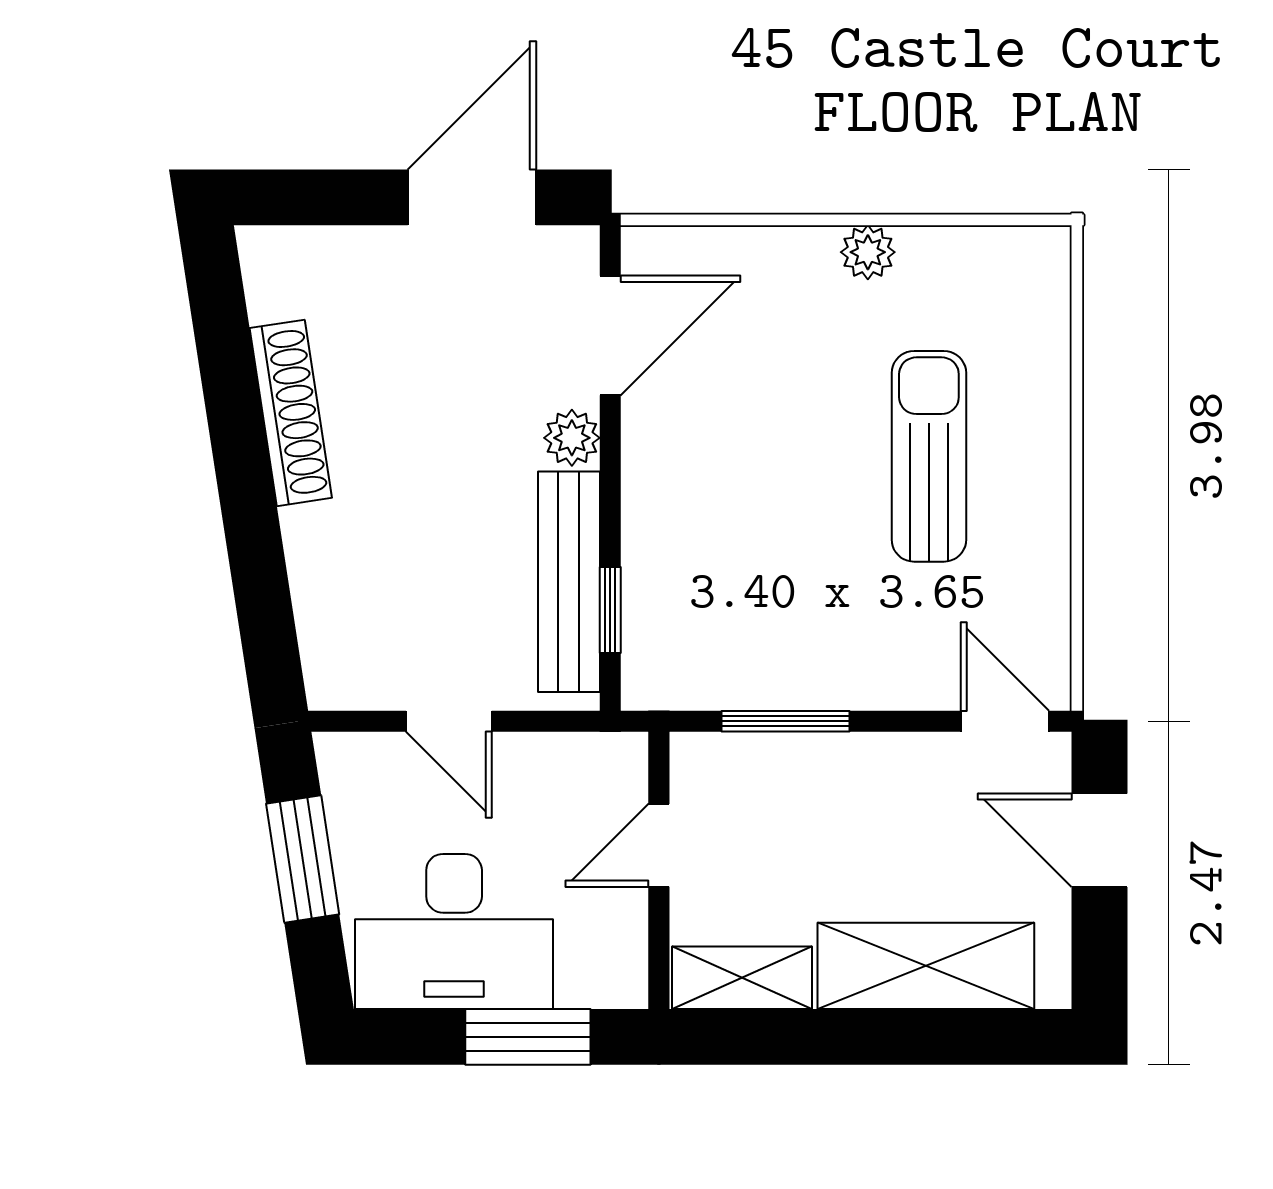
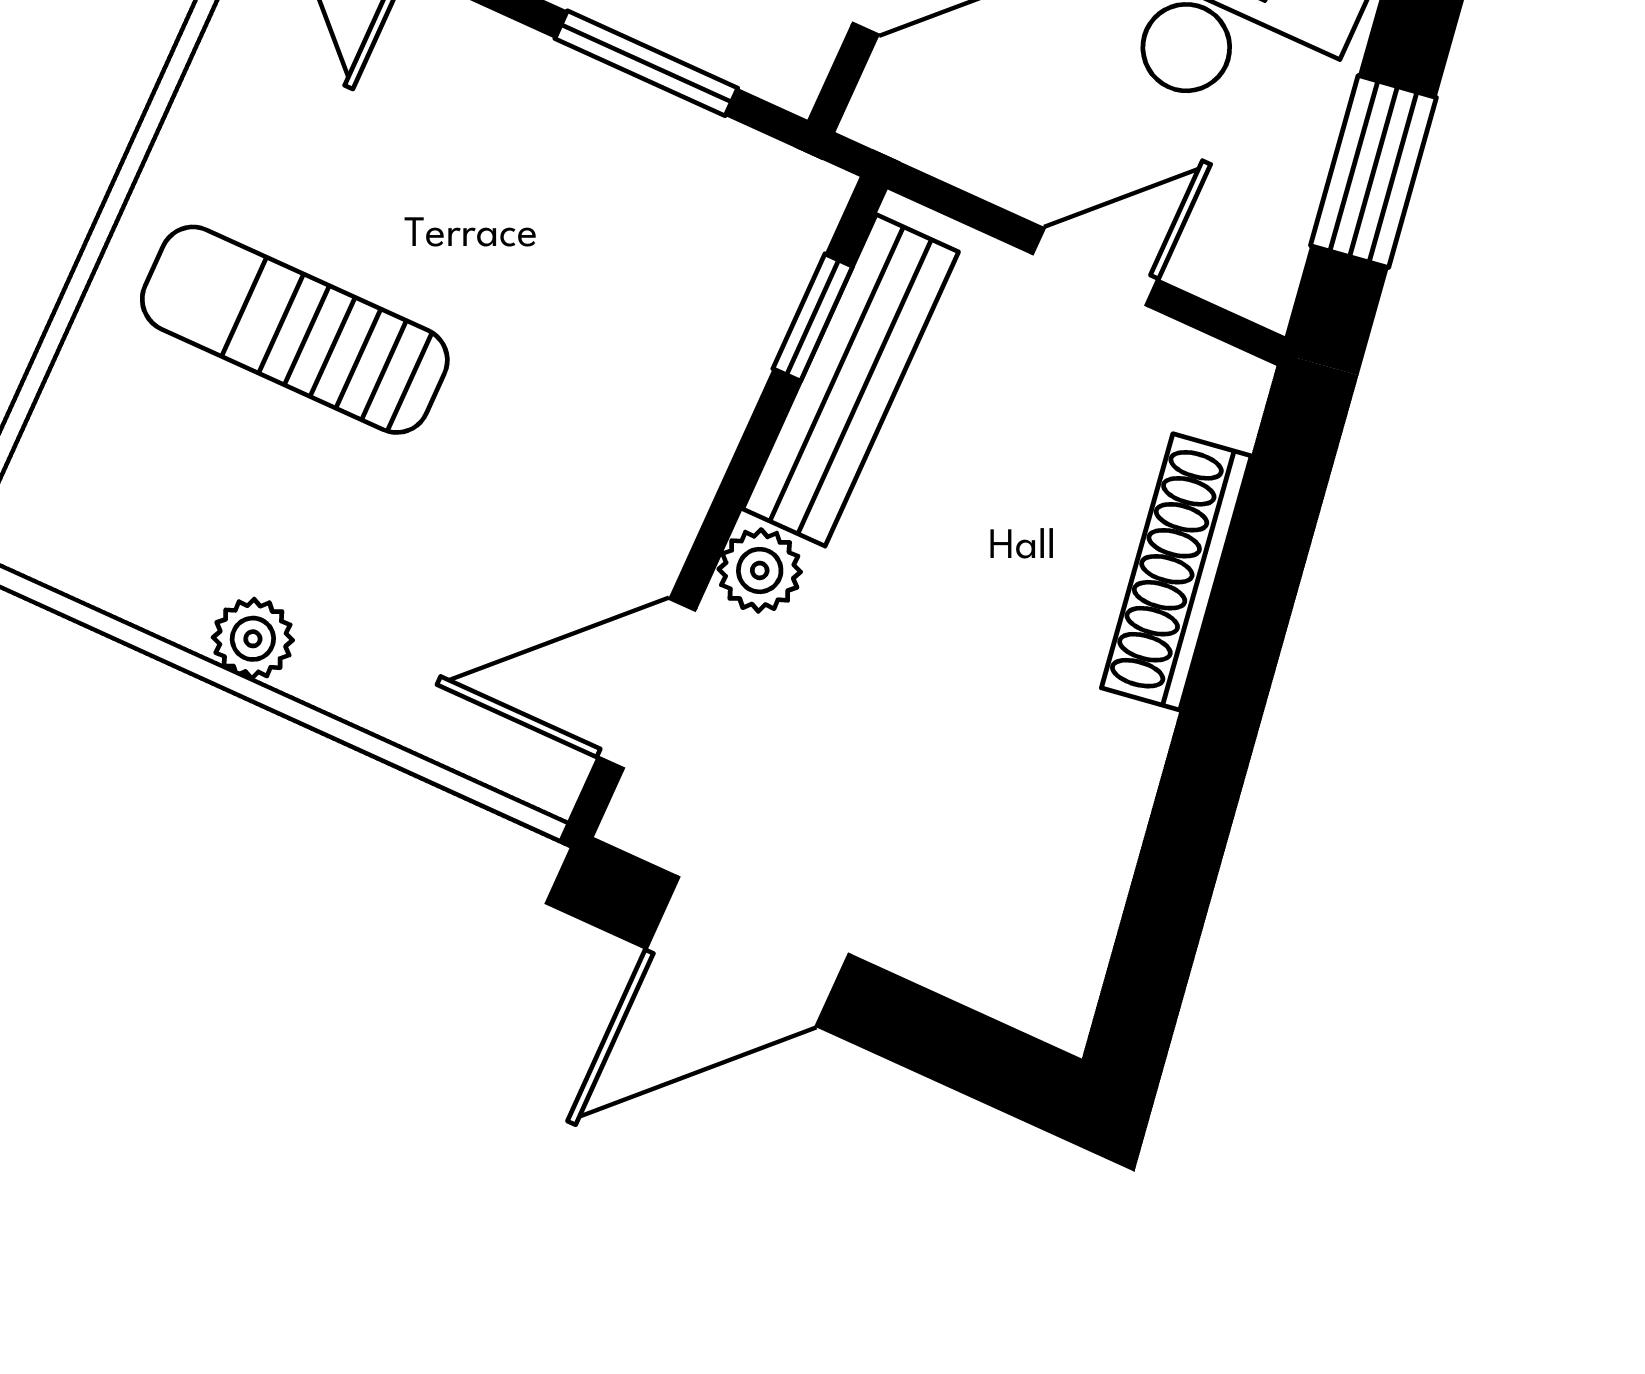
shoe rack: (291, 413) -> (1176, 572), moved
sun lounger: (929, 456) -> (295, 330), turned 90
door: (449, 721) -> (1095, 267), hinge flipped

